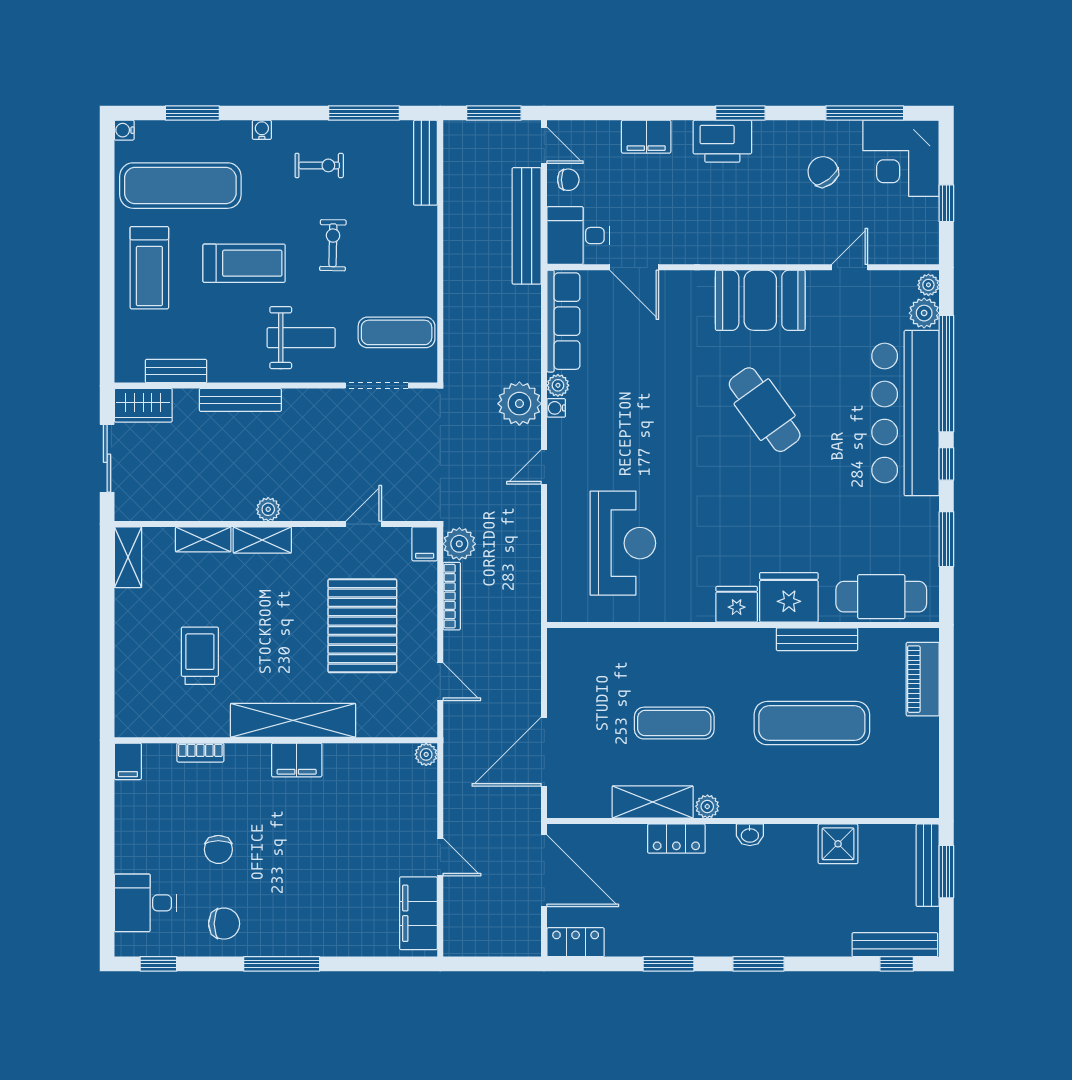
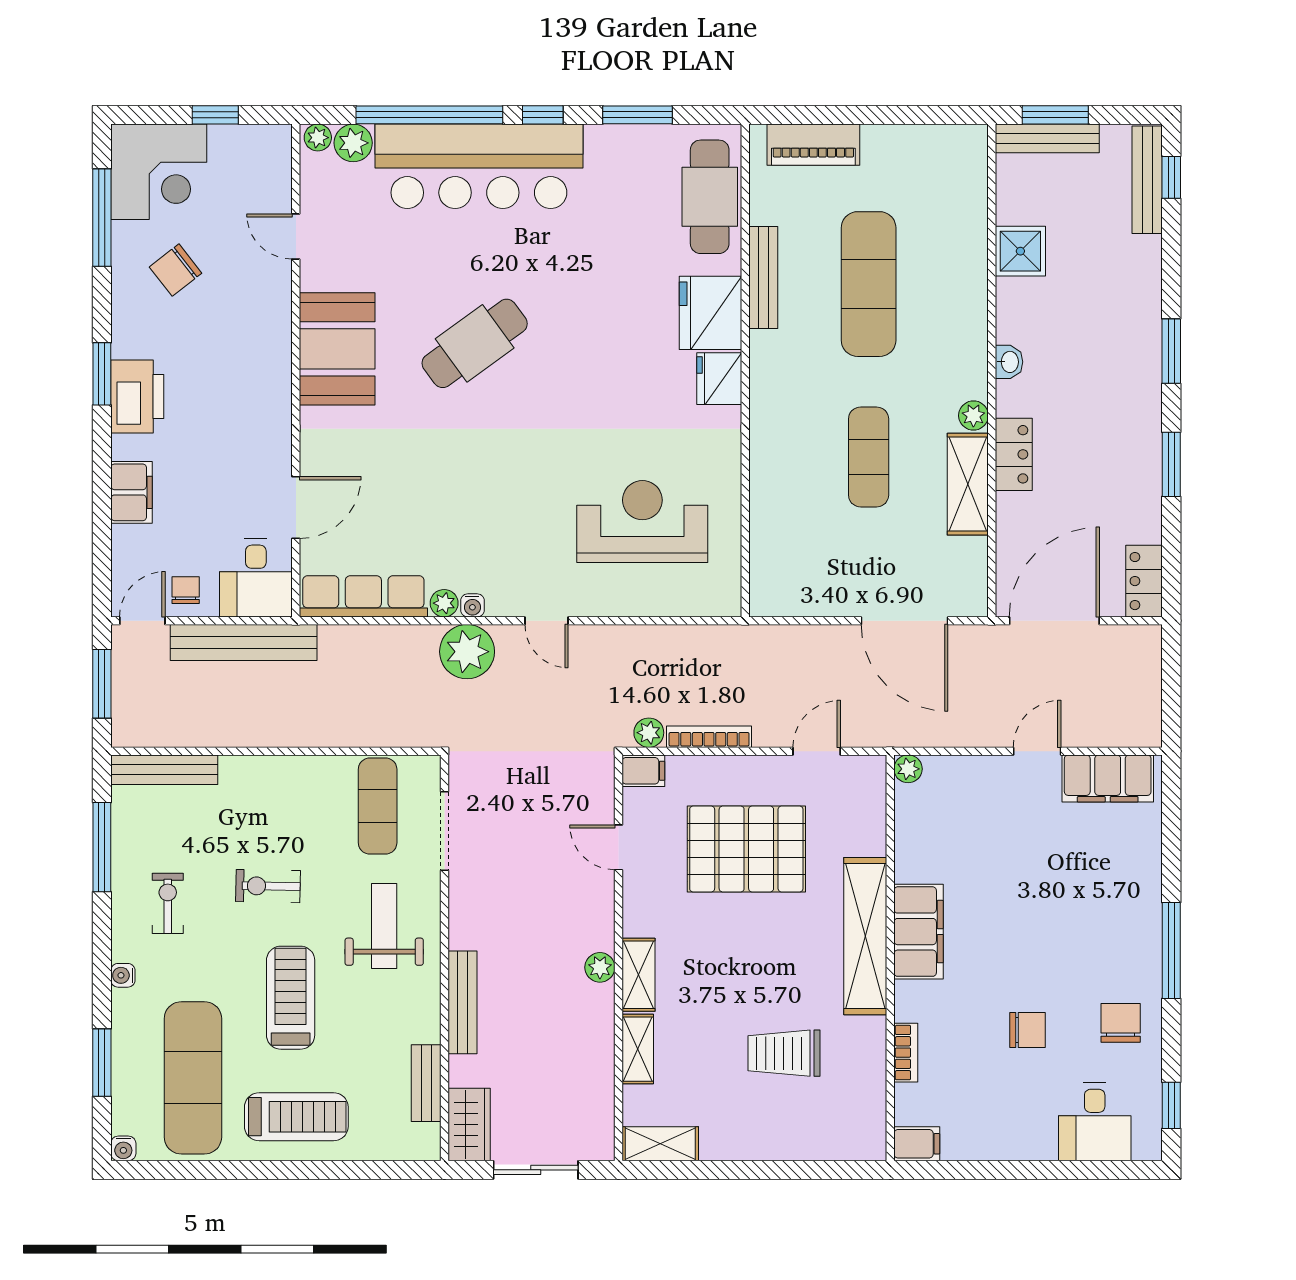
plant: (459, 544) -> (649, 733), width x0.73, depth x0.73
filing cabinet: (297, 760) -> (919, 932), width x1.50, depth x1.17

